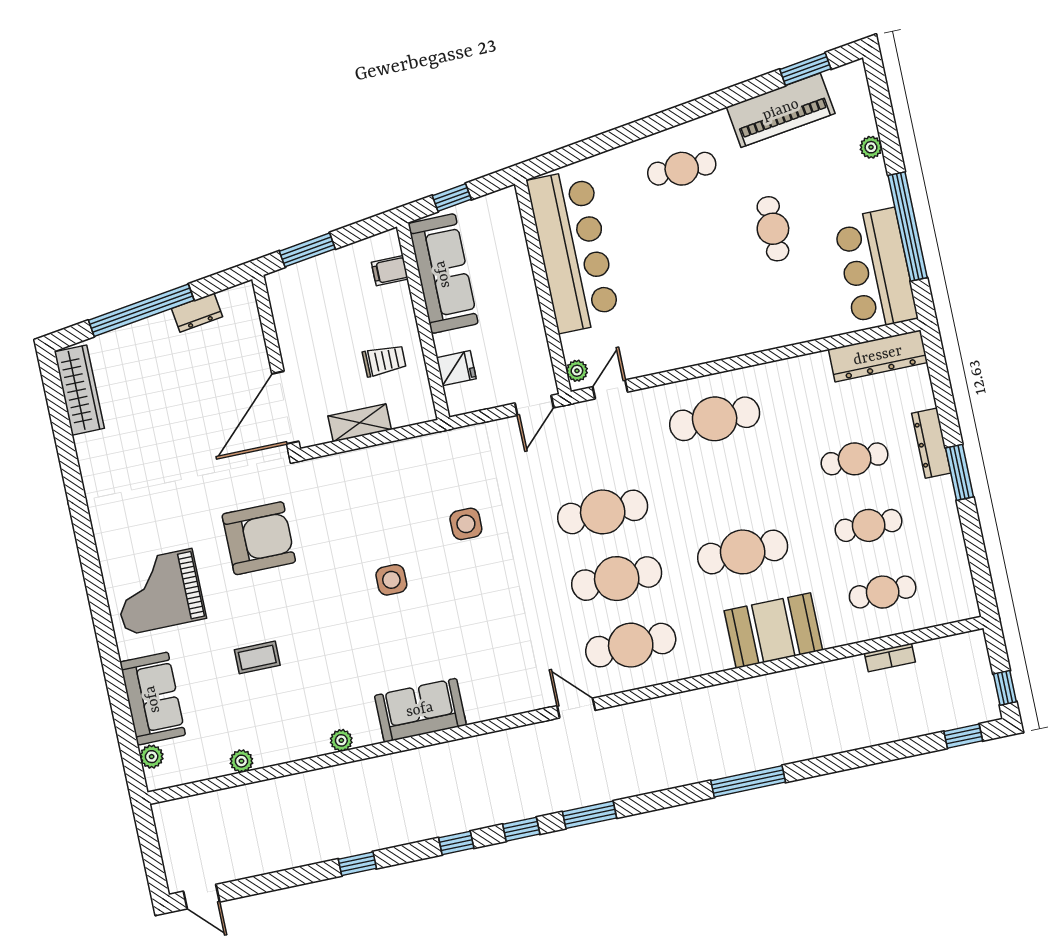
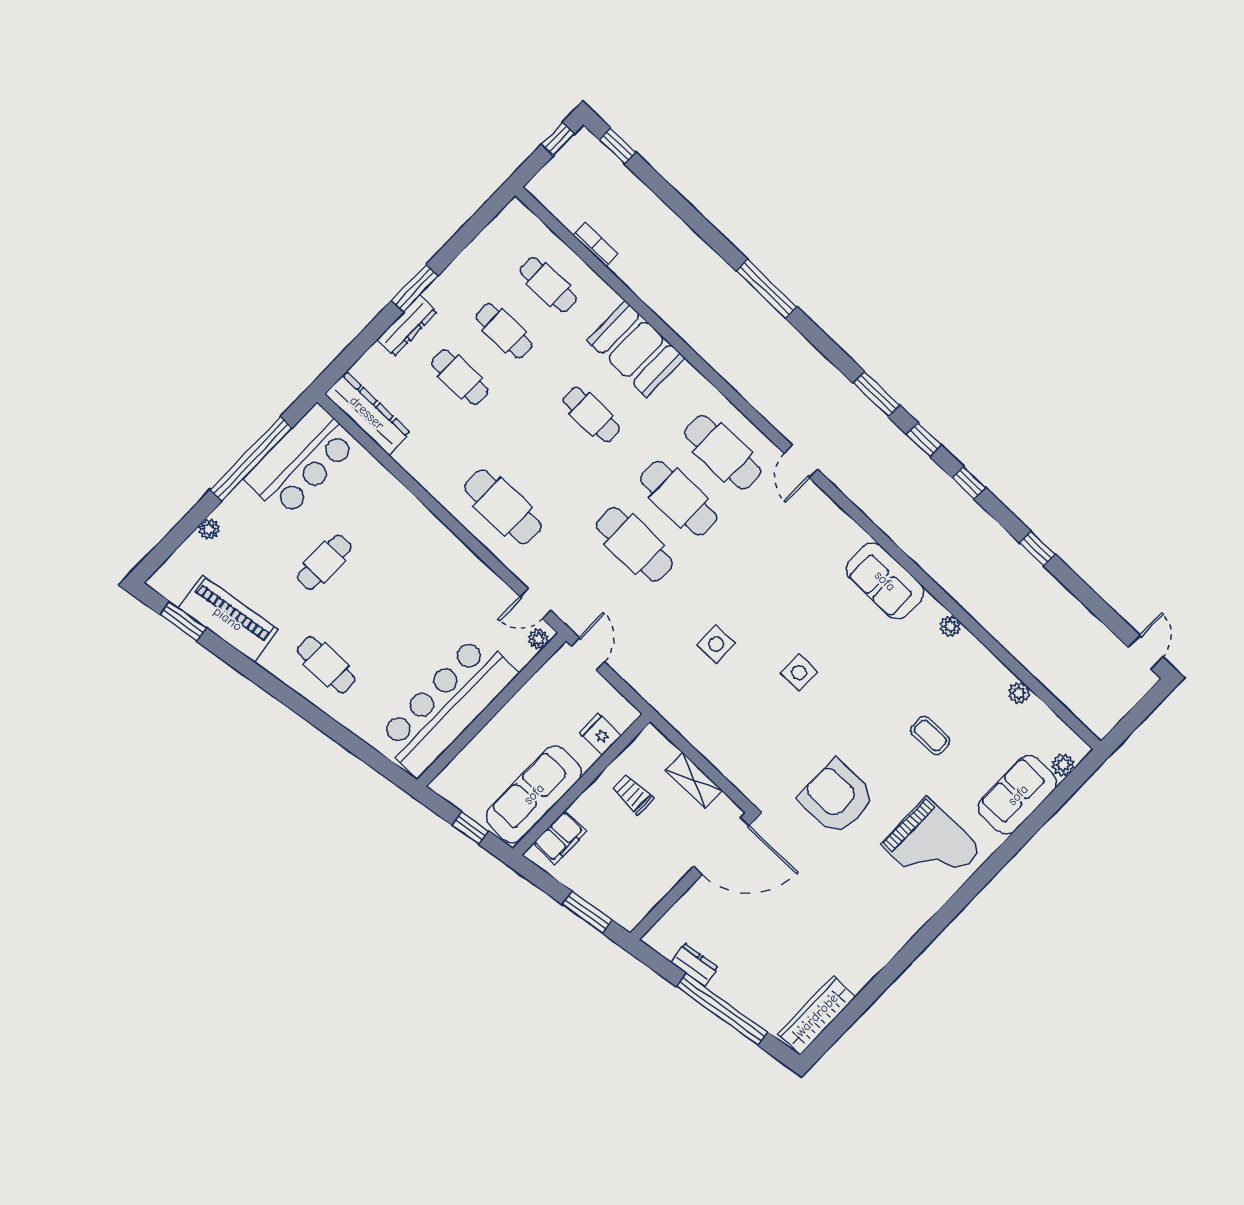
filing cabinet: (390, 271) -> (560, 837), width x2.00
door: (534, 405) -> (588, 654), hinge flipped
cafe table: (743, 552) -> (591, 415), width x0.73, depth x0.74

